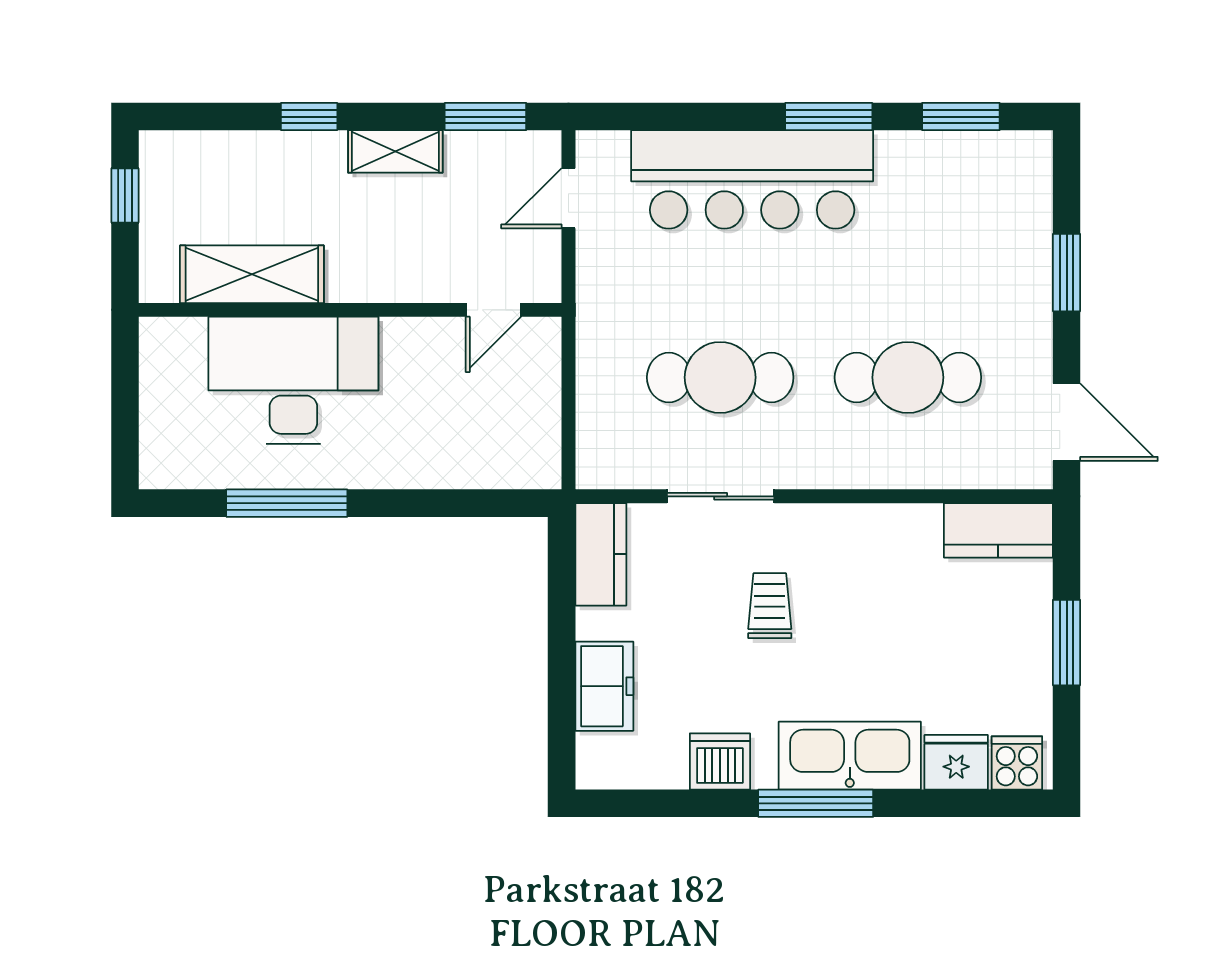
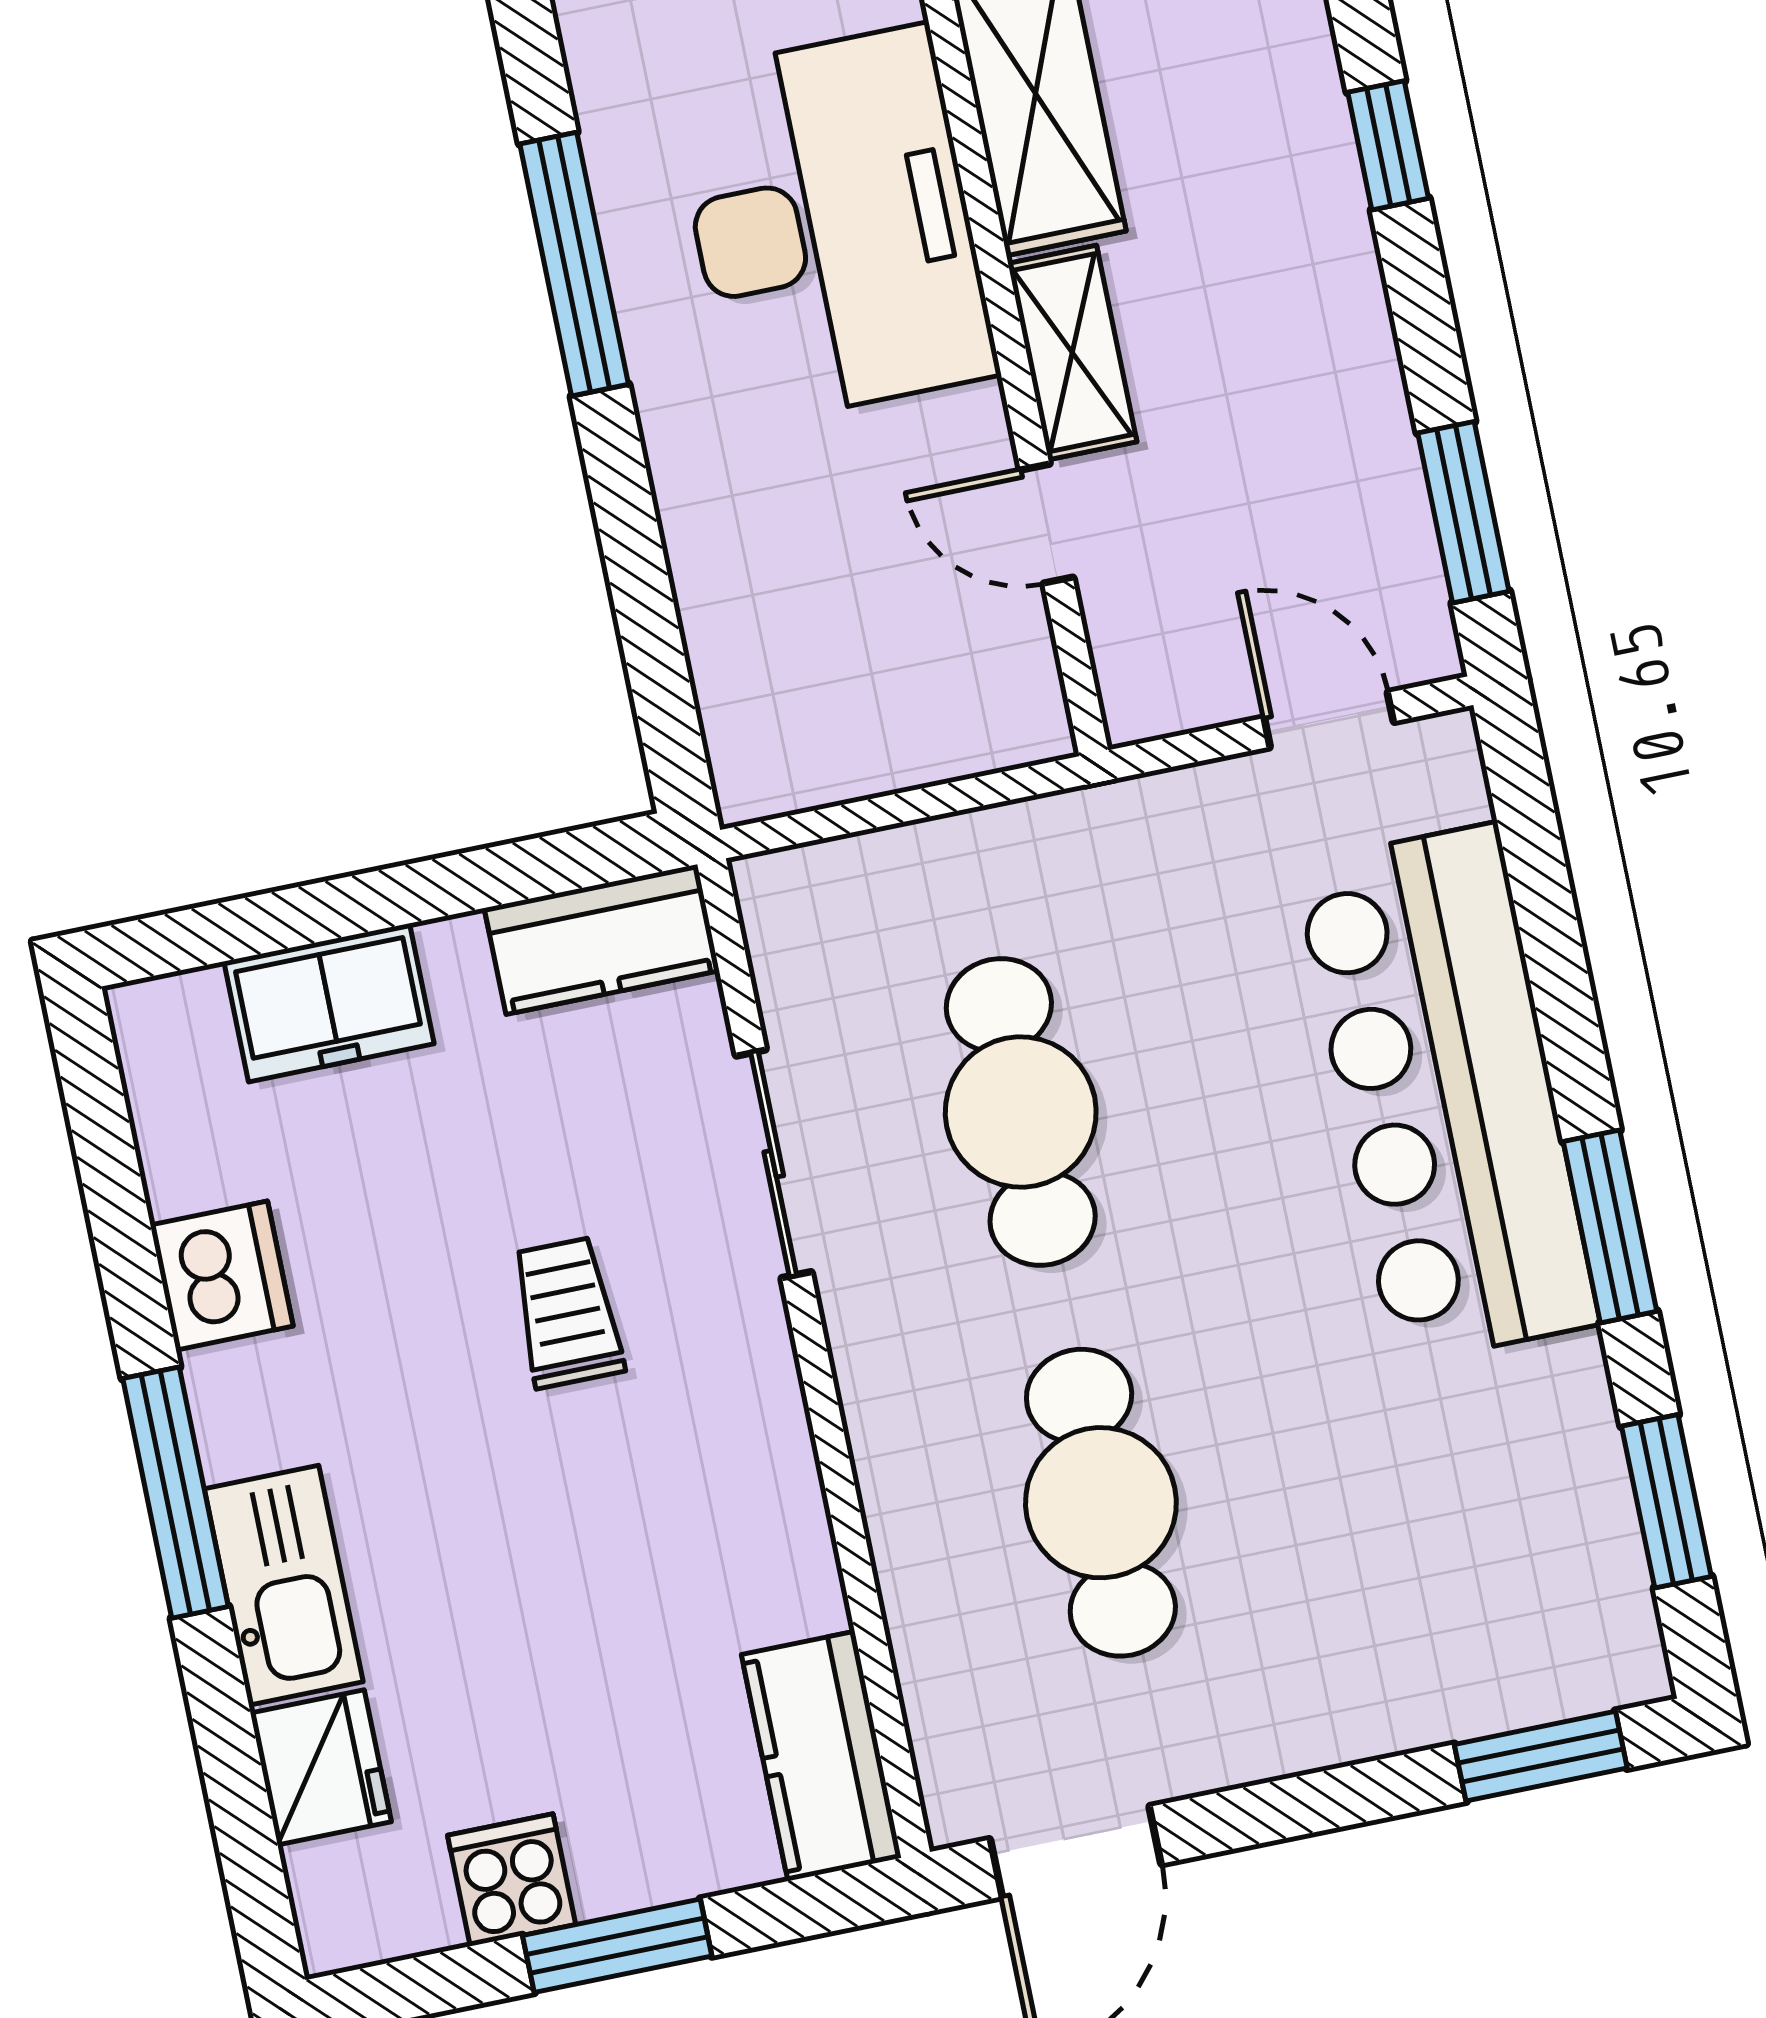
shelving: (395, 151) -> (1072, 353), moved
window: (1067, 273) -> (1541, 1756), moved
door: (493, 310) -> (1047, 524), moved
trolley: (770, 606) -> (567, 1313), turned -90
kitchen sink: (850, 756) -> (284, 1585), width x0.73, depth x0.81
cooker: (1017, 763) -> (512, 1880), moved, turned -90

